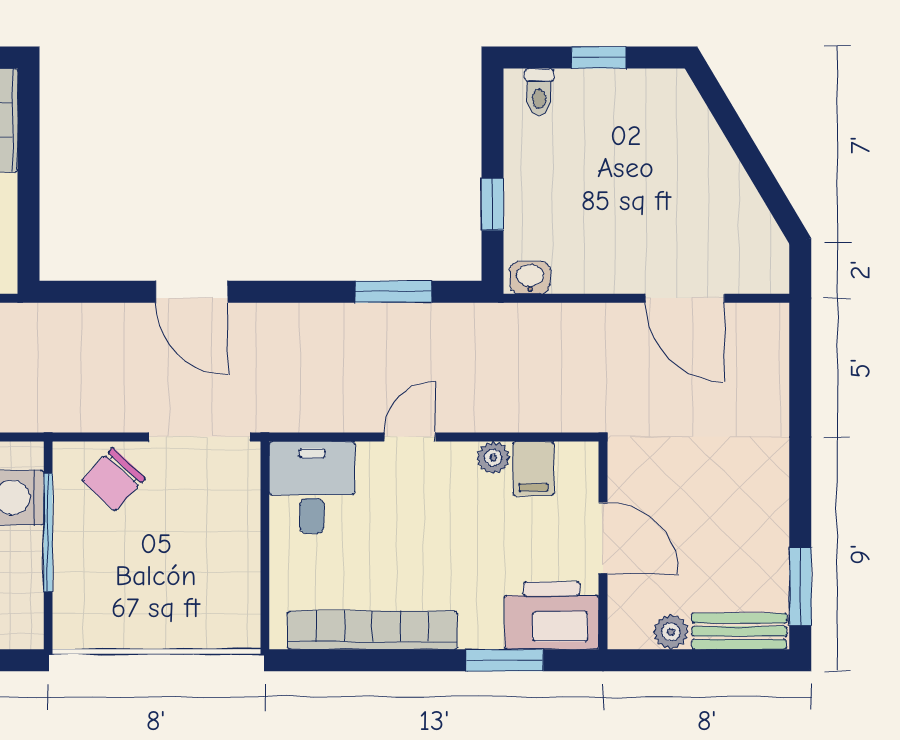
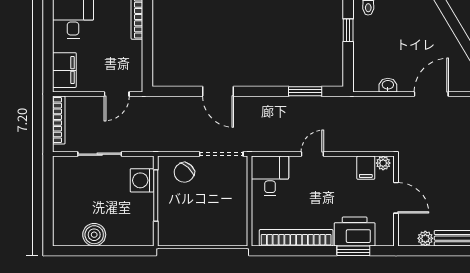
window: (492, 204) -> (348, 30), moved
washbasin: (530, 278) -> (388, 85), moved
door: (685, 298) -> (431, 94), swing flipped
plant: (493, 458) -> (383, 163), moved
printer: (552, 616) -> (355, 231), moved

